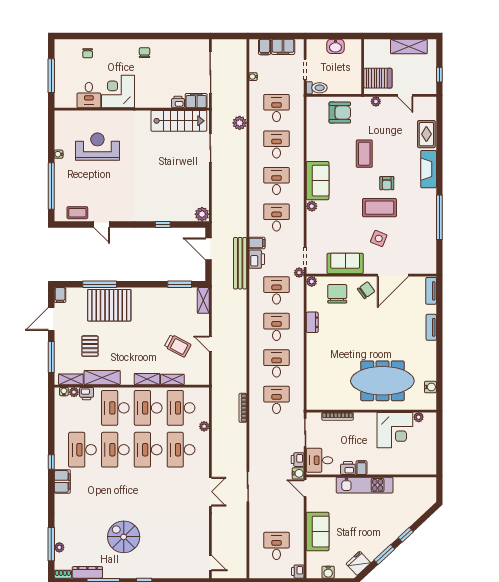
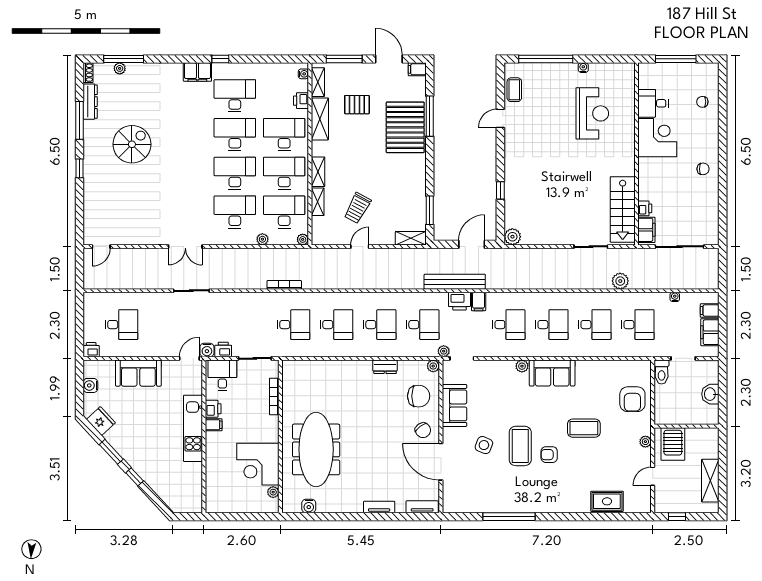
fireplace: (429, 169) -> (566, 504), removed
plant: (74, 392) -> (303, 239), moved

